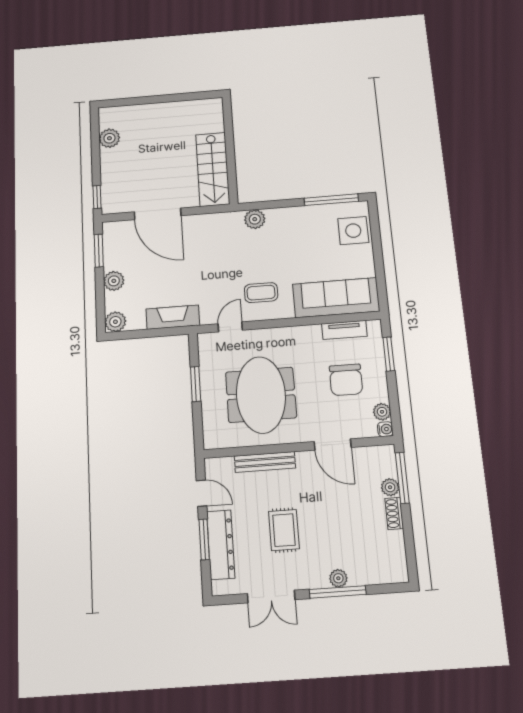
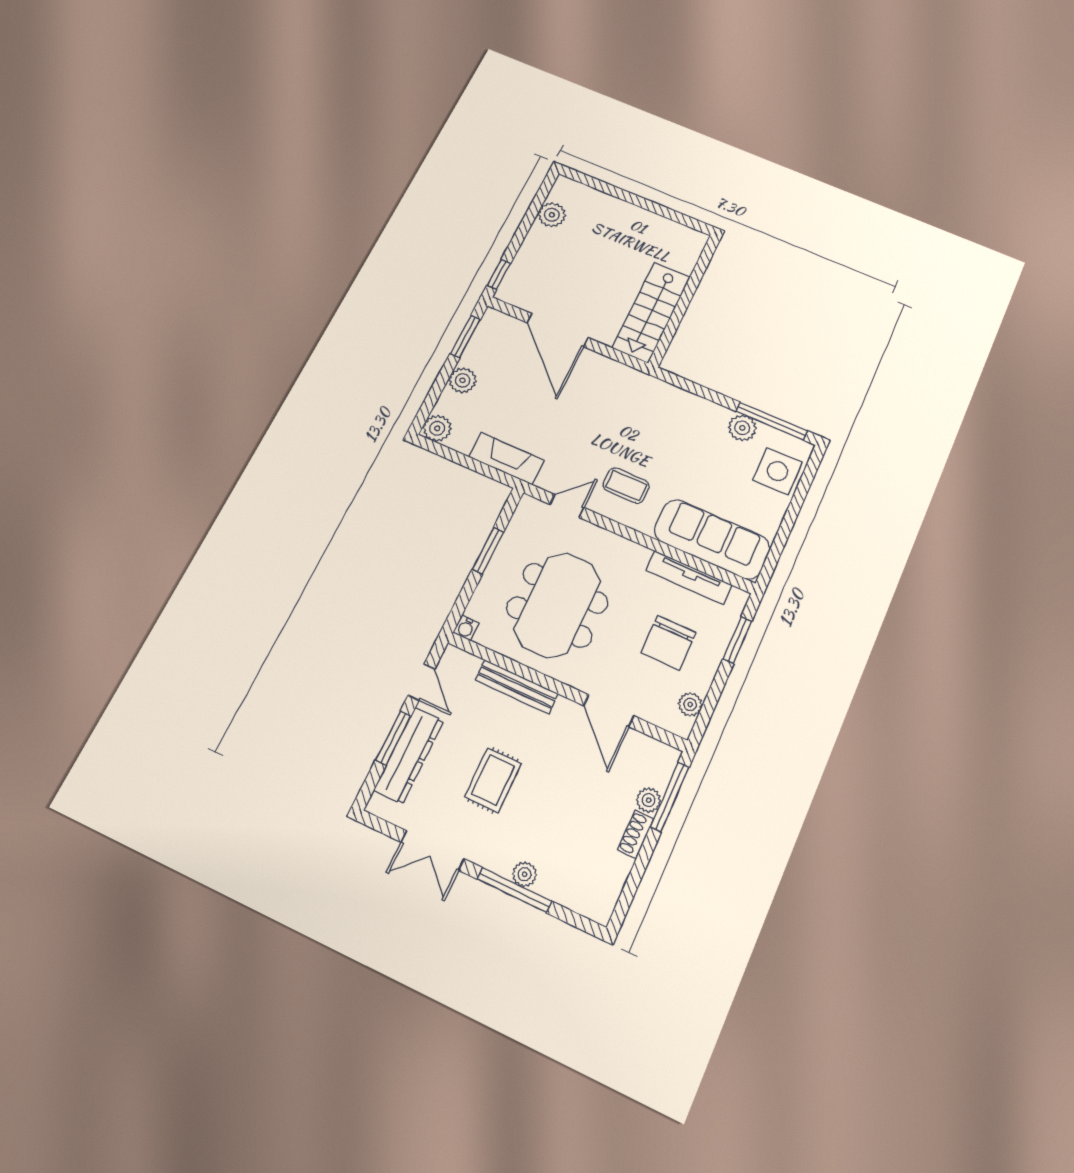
plant: (255, 219) -> (742, 428), moved
tv unit: (344, 330) -> (689, 578), width x1.41
water cooler: (385, 429) -> (466, 628), moved, turned 90

